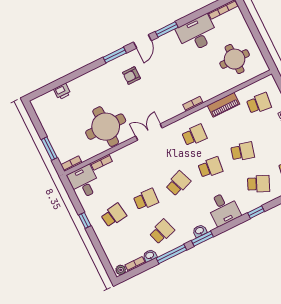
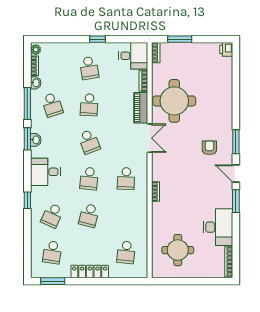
printer: (62, 91) -> (226, 49), moved
piano: (223, 105) -> (141, 108), moved

